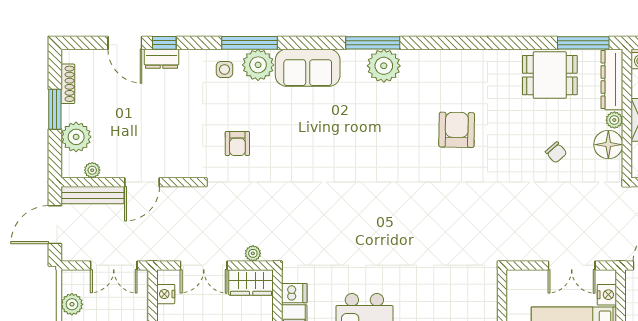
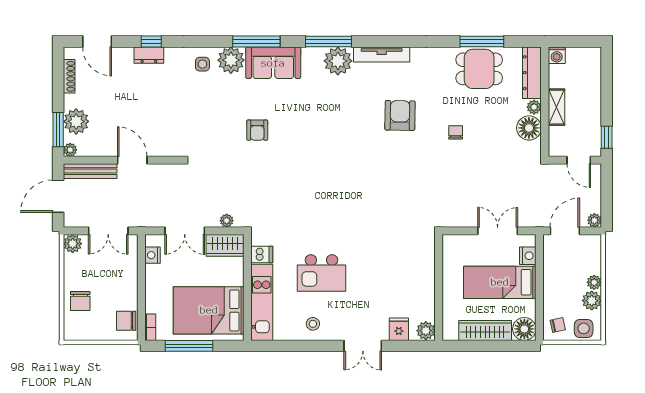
door: (125, 43) -> (97, 41), moved
window: (249, 43) -> (256, 41), moved
window: (583, 43) -> (482, 41), moved
tv unit: (435, 58) -> (382, 54), added
window: (55, 109) -> (58, 130), moved
armchair: (237, 143) -> (257, 130), moved
chair: (556, 152) -> (456, 132), moved, turned -139
plant: (92, 170) -> (70, 150), moved
door: (142, 182) -> (132, 160), swing flipped
double door: (572, 265) -> (498, 231), swing flipped
plant: (72, 304) -> (73, 244), moved

